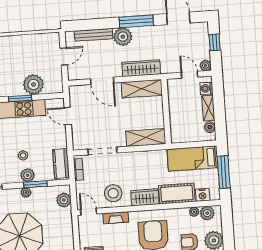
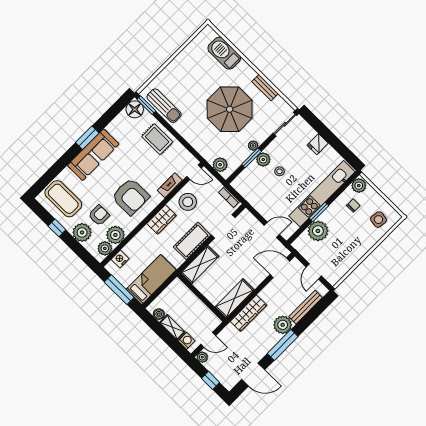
door: (102, 81) -> (280, 268), moved
kitchen counter: (61, 164) -> (246, 190), removed
cot: (177, 194) -> (192, 241), moved
plant: (194, 212) -> (115, 235), width x1.88, depth x1.88

